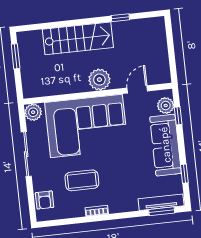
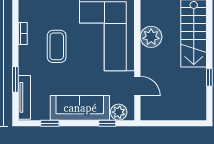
plant: (99, 80) -> (151, 37), moved
coffee table: (82, 180) -> (57, 46), moved
window: (162, 211) -> (15, 79), moved

